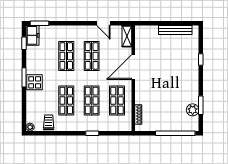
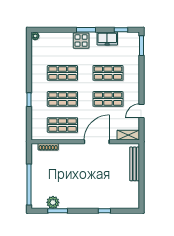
bench: (175, 30) -> (135, 164), moved
freezer: (32, 35) -> (107, 39), moved
door: (133, 67) -> (97, 142), hinge flipped
trolley: (49, 122) -> (40, 55), removed

